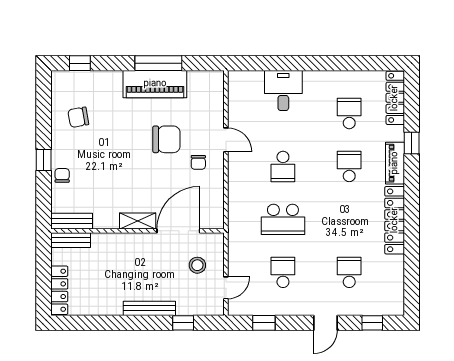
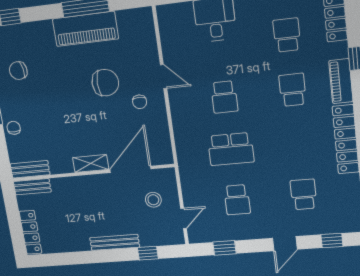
school desk: (283, 272) -> (237, 200), turned 180

